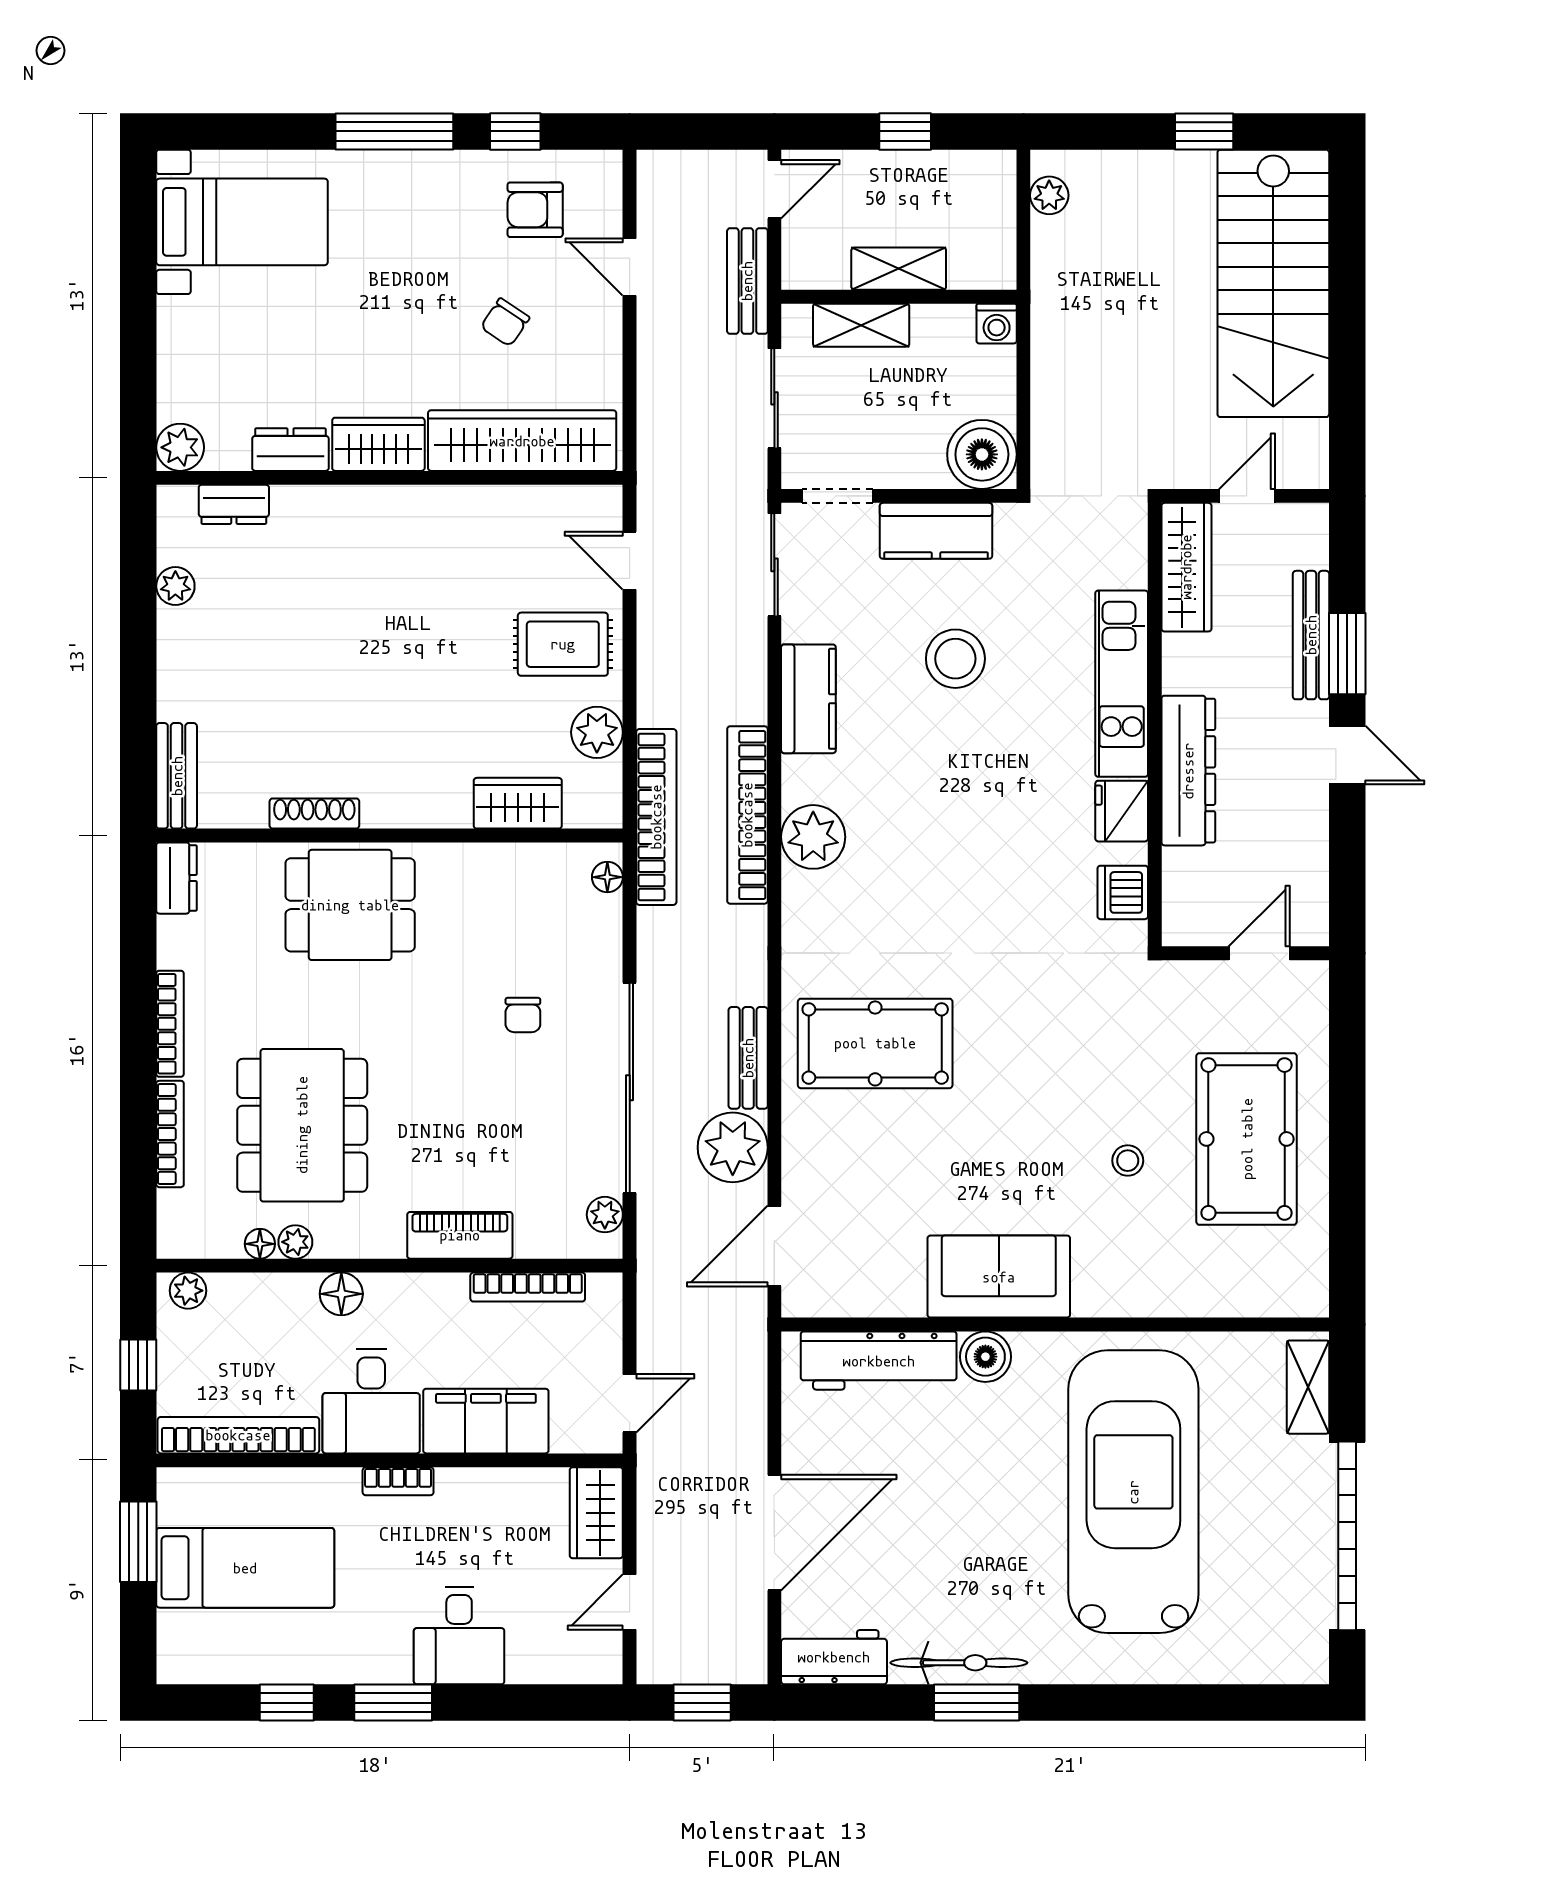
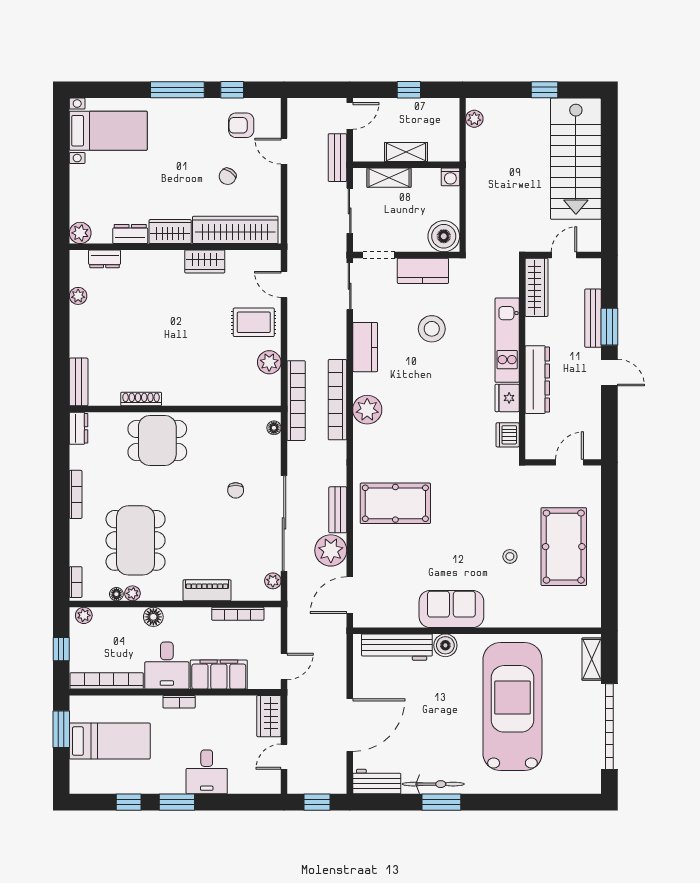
wardrobe: (518, 803) -> (205, 261), moved, turned 180
bookcase: (170, 1134) -> (76, 582), moved, width x0.64

